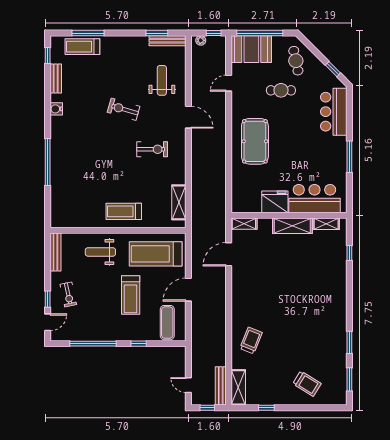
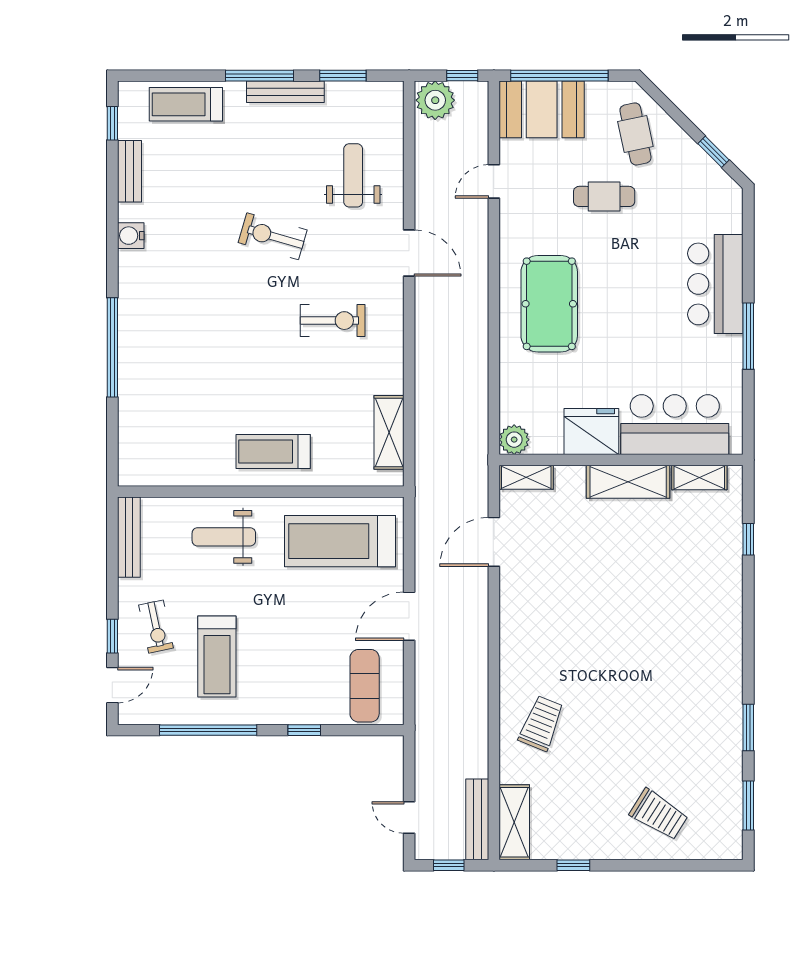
window: (88, 33) -> (260, 76), moved
plant: (201, 40) -> (435, 100), width x1.87, depth x1.87
bench: (167, 41) -> (285, 92), moved
bar counter: (334, 112) -> (715, 284), moved
plant: (238, 206) -> (514, 440), added
treadmill: (131, 295) -> (217, 657), moved

